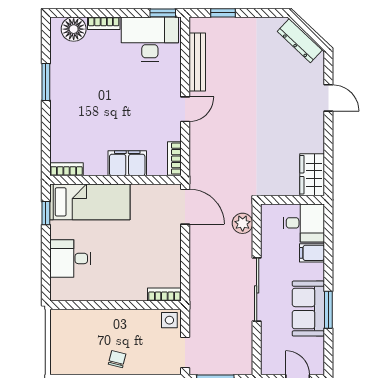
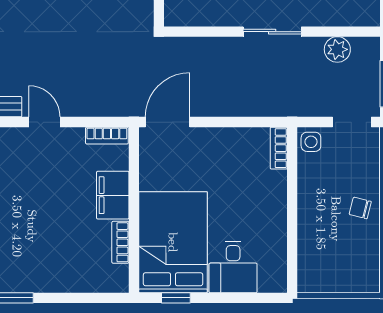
bookcase: (67, 169) -> (120, 242), moved
bed: (90, 202) -> (173, 242), width x1.50
plant: (243, 223) -> (337, 49), moved
sliding door: (257, 289) -> (272, 32), width x0.73

